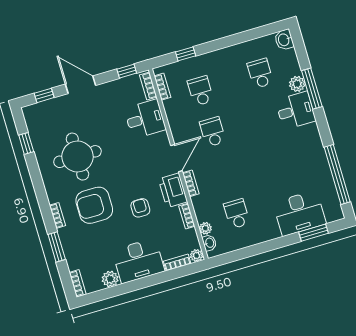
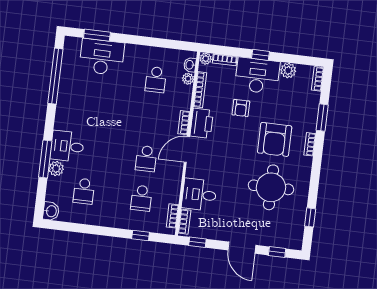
armchair: (94, 205) -> (275, 139), turned 90
armchair: (140, 208) -> (241, 108), moved
bookcase: (187, 216) -> (200, 90), width x1.56
window: (144, 283) -> (260, 55), added

